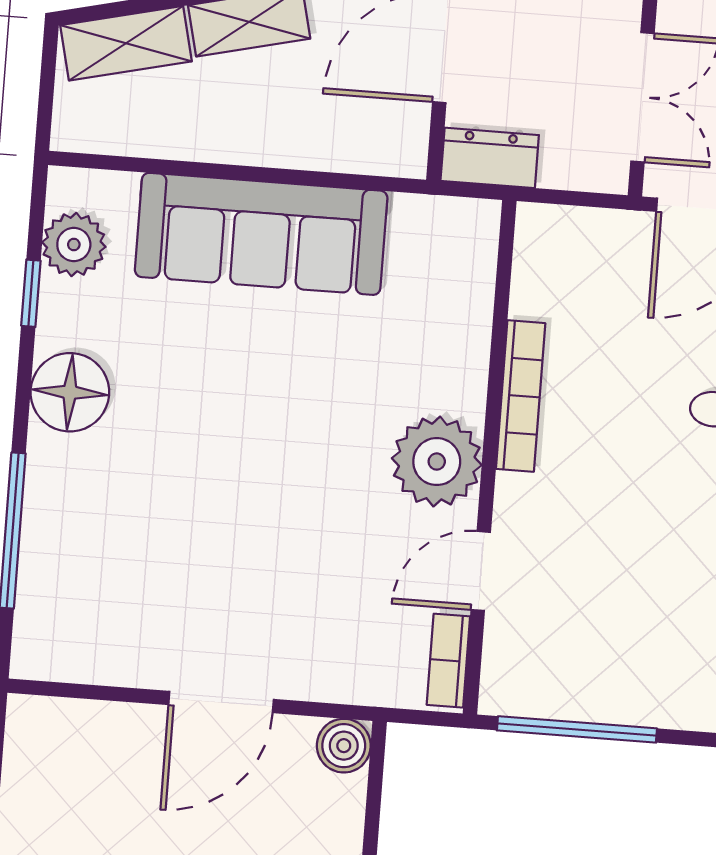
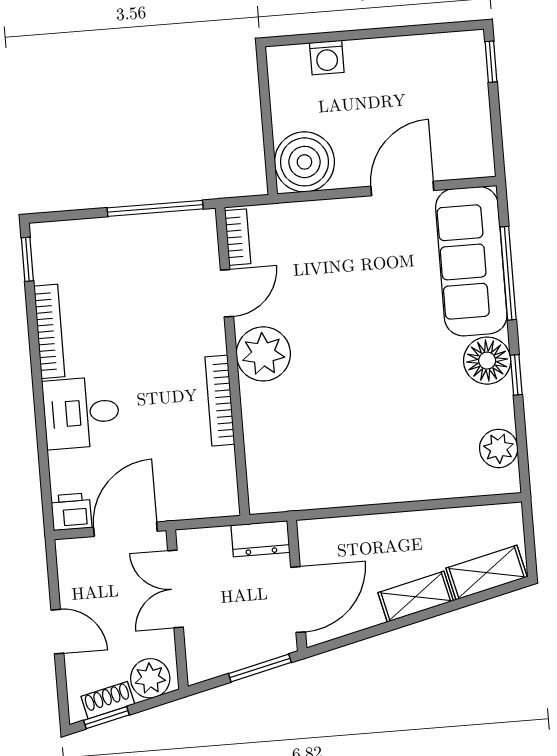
sofa: (261, 234) -> (471, 261), moved, turned -90
window: (31, 293) -> (516, 375), moved
door: (221, 702) -> (402, 188), moved
boiler: (344, 746) -> (304, 162), width x1.86, depth x1.86

